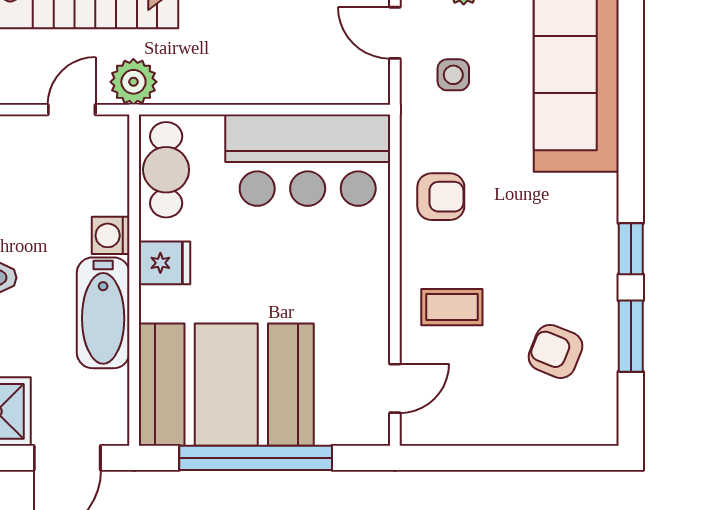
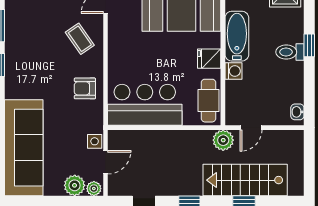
door: (395, 33) -> (106, 162), hinge flipped
side table: (453, 75) -> (95, 141), moved
coffee table: (452, 307) -> (80, 39), turned 55
armchair: (556, 351) -> (33, 19), removed

